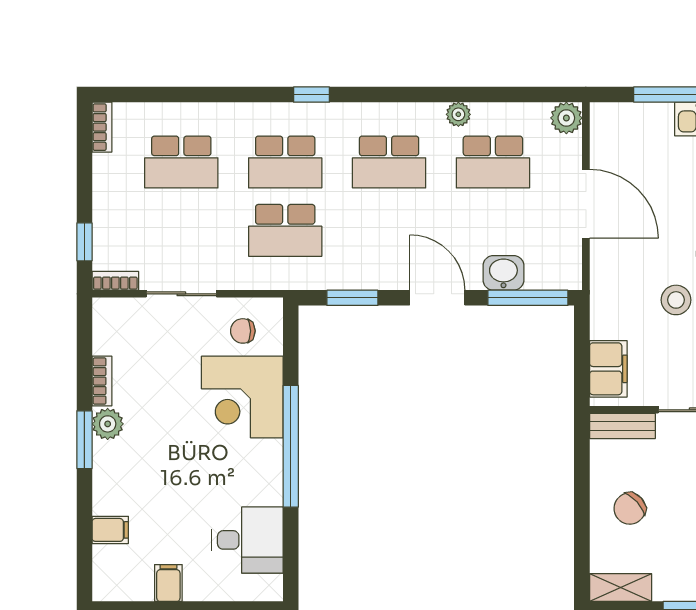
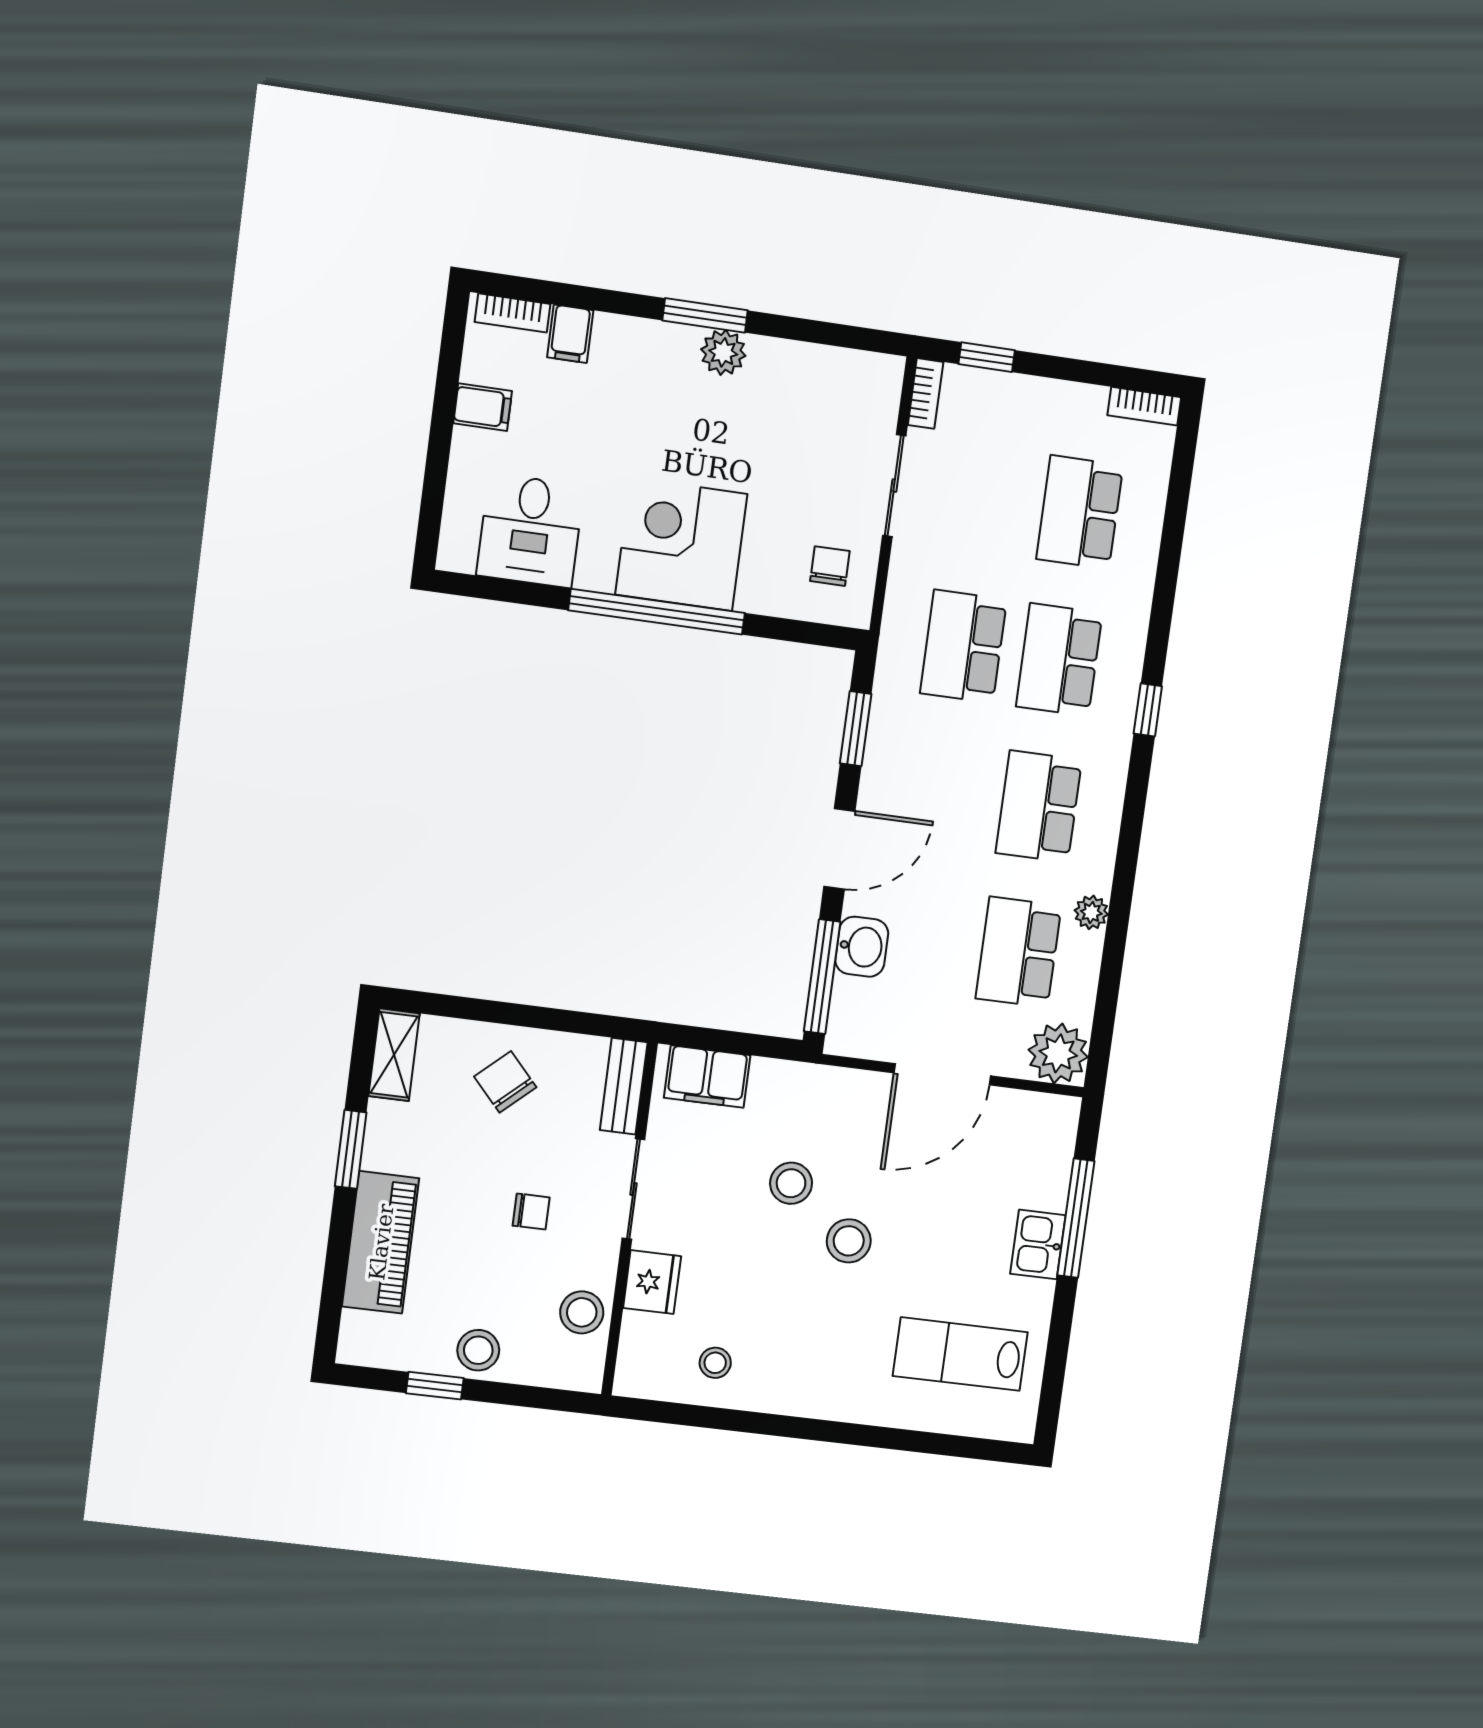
plant: (566, 118) -> (1058, 1053), width x1.36, depth x1.36
bookcase: (102, 381) -> (513, 313), moved
corner desk: (242, 397) -> (681, 544), moved

